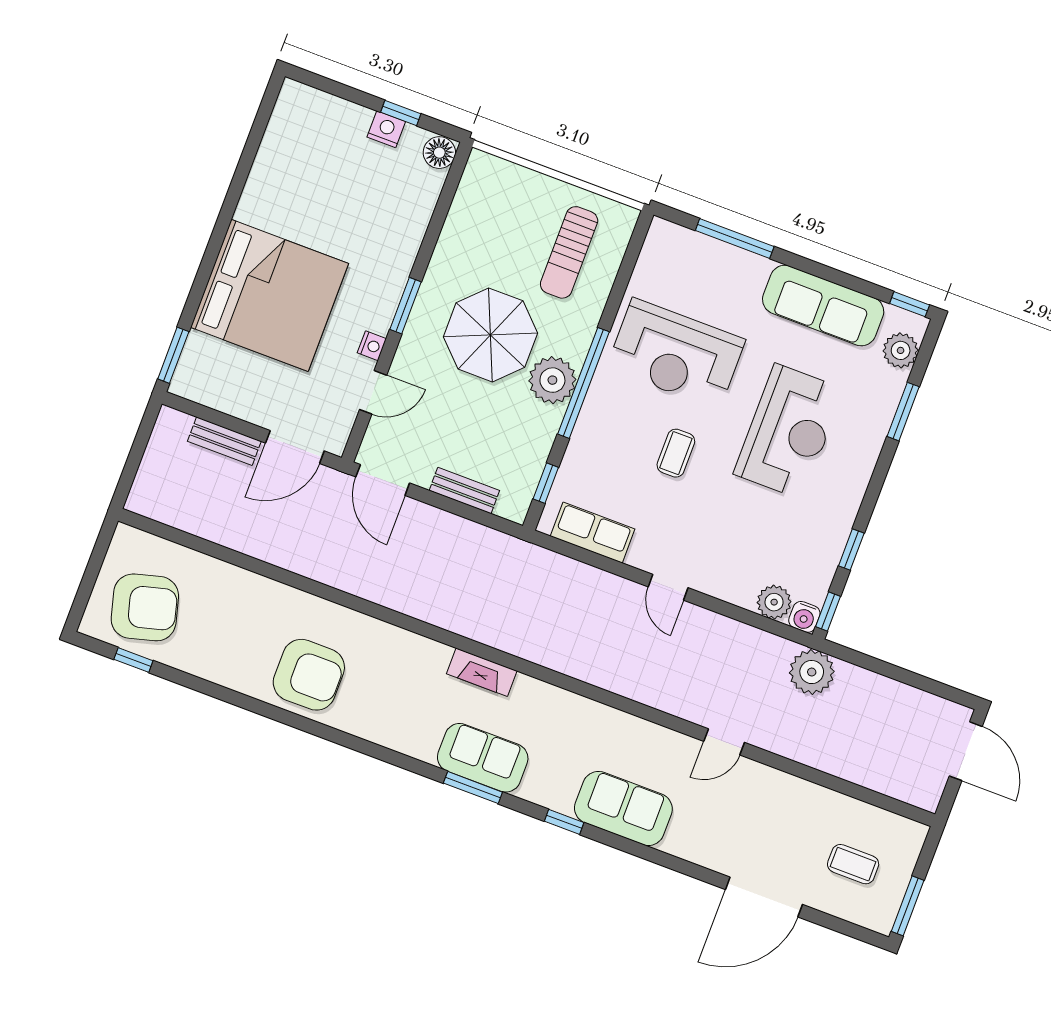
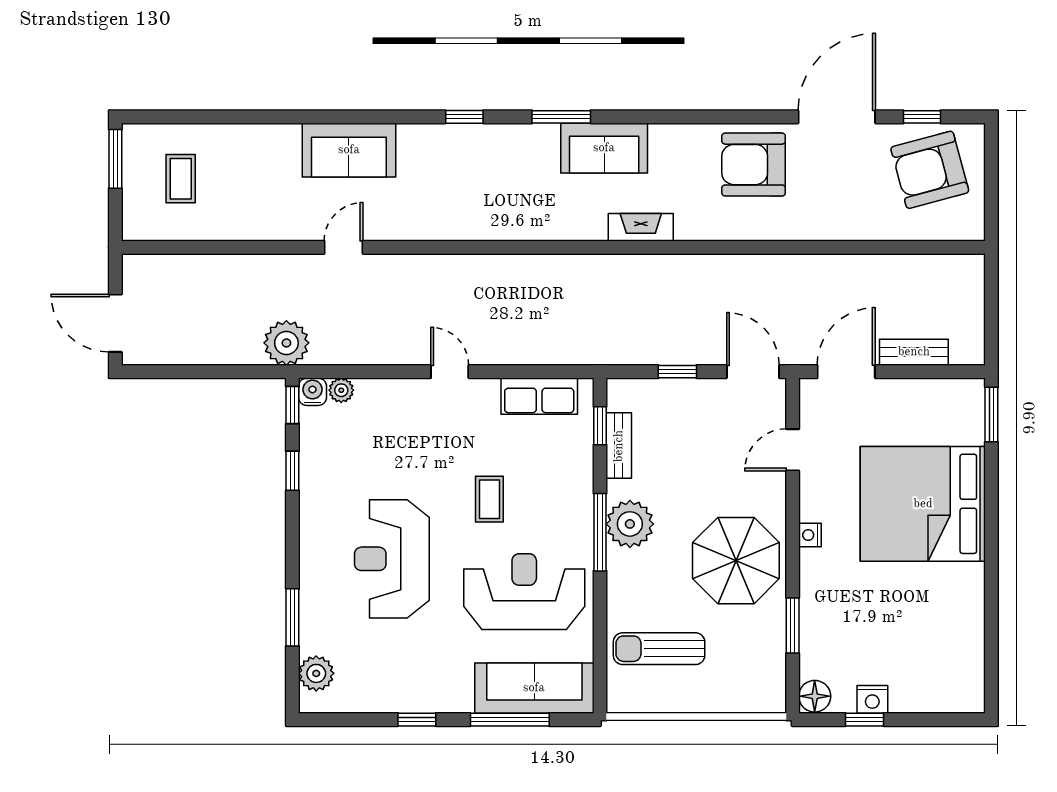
sun lounger: (569, 252) -> (659, 649), turned -90
window: (910, 304) -> (417, 720), moved
sofa: (823, 305) -> (534, 688), moved
window: (406, 306) -> (793, 625), moved
parasol: (490, 335) -> (736, 561), moved
nightstand: (372, 346) -> (810, 535), moved
window: (583, 383) -> (600, 532), width x0.68
bench: (464, 491) -> (619, 446), moved, turned 90
window: (454, 507) -> (677, 372), added
plant: (774, 602) -> (341, 390), width x0.73, depth x0.73
fireplace: (482, 672) -> (641, 227), moved
sofa: (483, 758) -> (604, 148), moved
sofa: (623, 809) -> (349, 150), moved
coffee table: (853, 864) -> (181, 179), turned 90
door: (764, 897) -> (837, 117), moved

